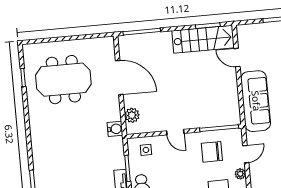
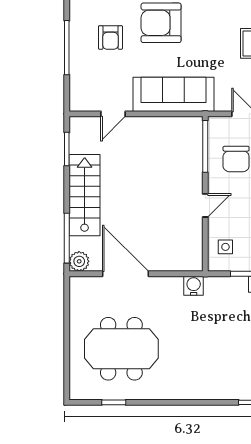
stairs: (203, 39) -> (85, 195), moved
door: (119, 78) -> (126, 274), hinge flipped
meeting table: (63, 80) -> (121, 349), turned 90
plant: (132, 115) -> (79, 261), moved

